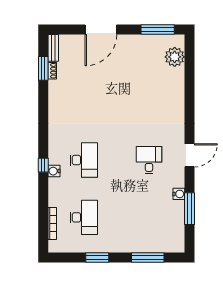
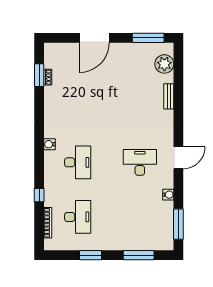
bench: (53, 48) -> (169, 96), moved
desk: (149, 160) -> (140, 162), width x1.37
window: (43, 165) -> (39, 195), moved
water cooler: (54, 171) -> (49, 144), moved
window: (189, 209) -> (178, 224), moved

